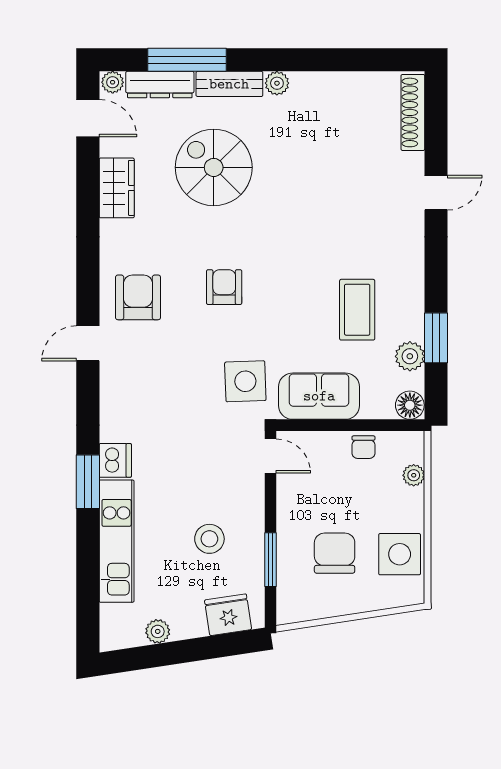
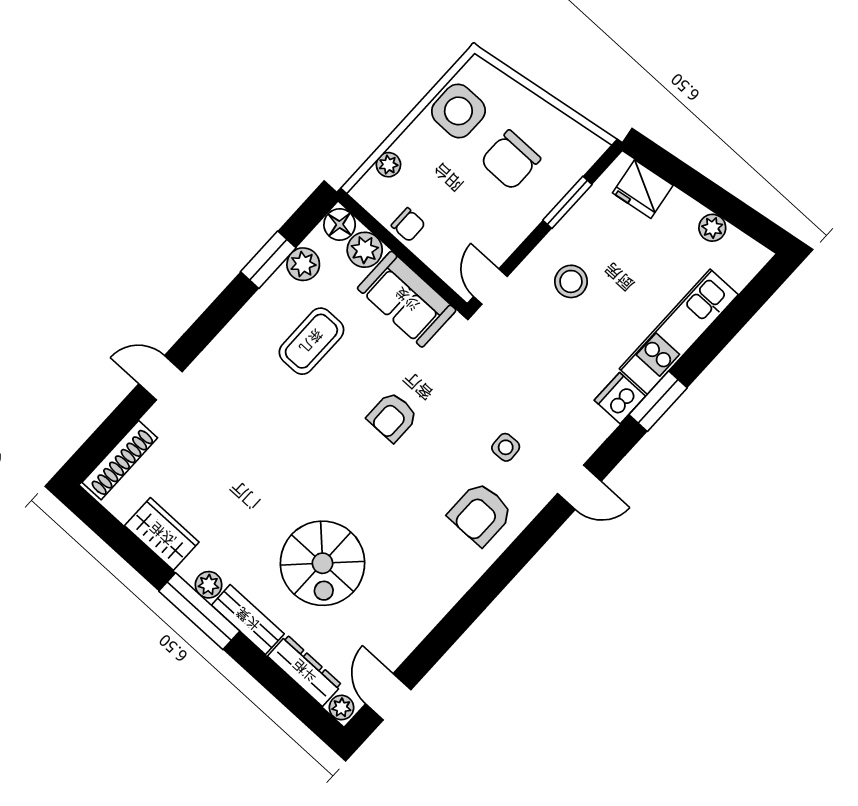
window: (187, 60) -> (199, 611), moved
wardrobe: (117, 188) -> (162, 534), moved, turned 90
armchair: (224, 287) -> (393, 417), moved
door: (88, 343) -> (579, 487), moved
side table: (245, 381) -> (506, 447), moved, width x0.54, depth x0.54
plant: (377, 404) -> (365, 250), added
chair: (363, 447) -> (408, 225), turned 90
stool: (209, 539) -> (571, 281), moved

